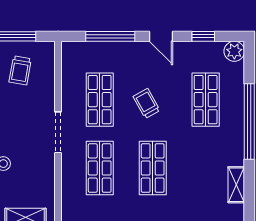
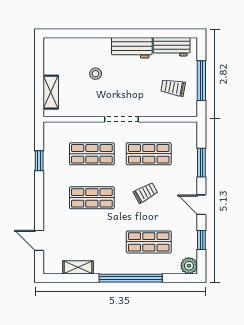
window: (110, 36) -> (201, 163), width x0.69
door: (161, 36) -> (201, 205), hinge flipped

